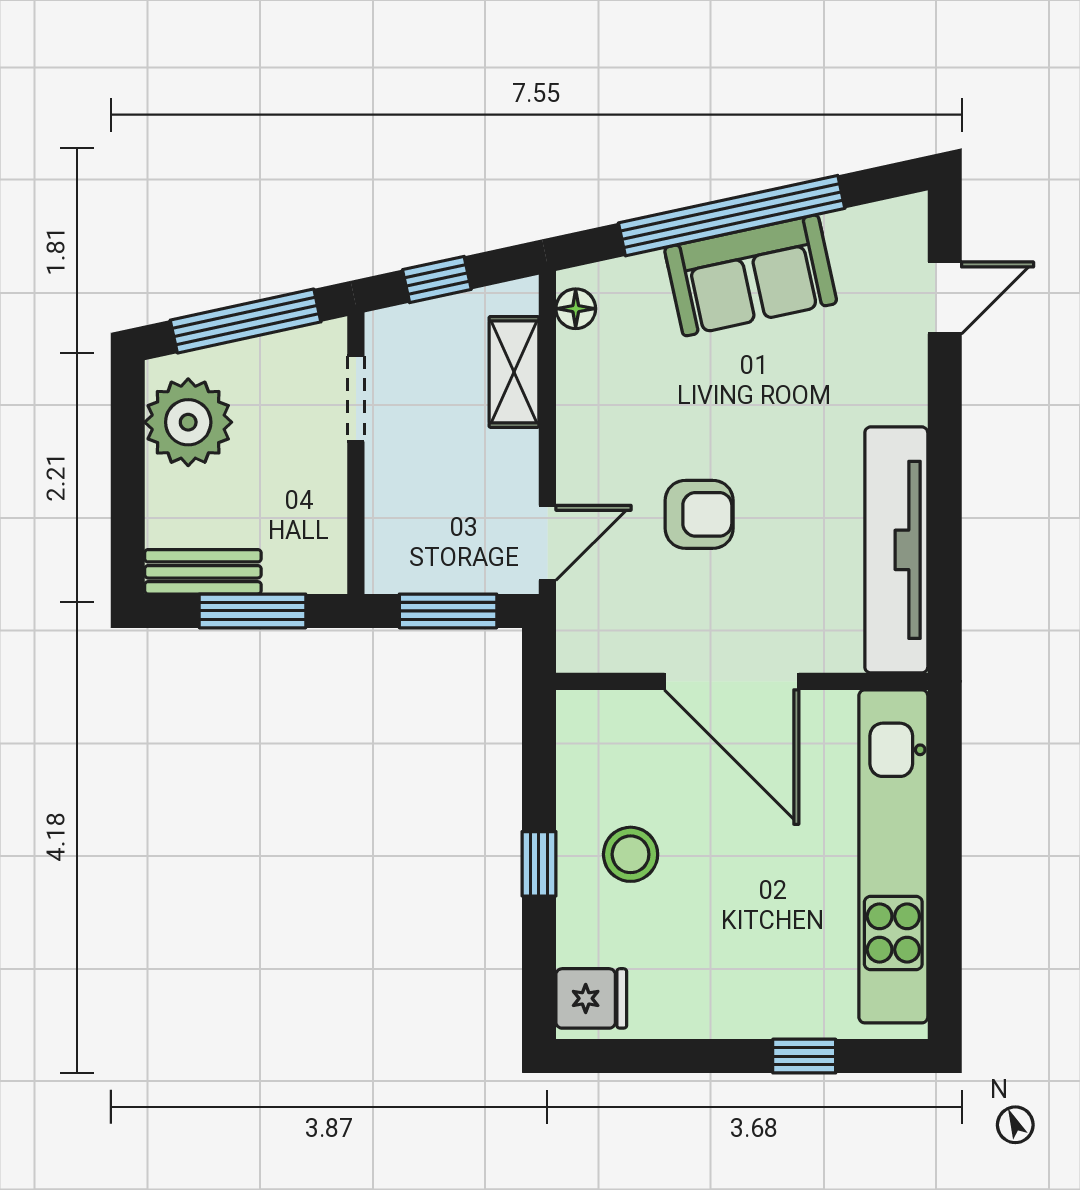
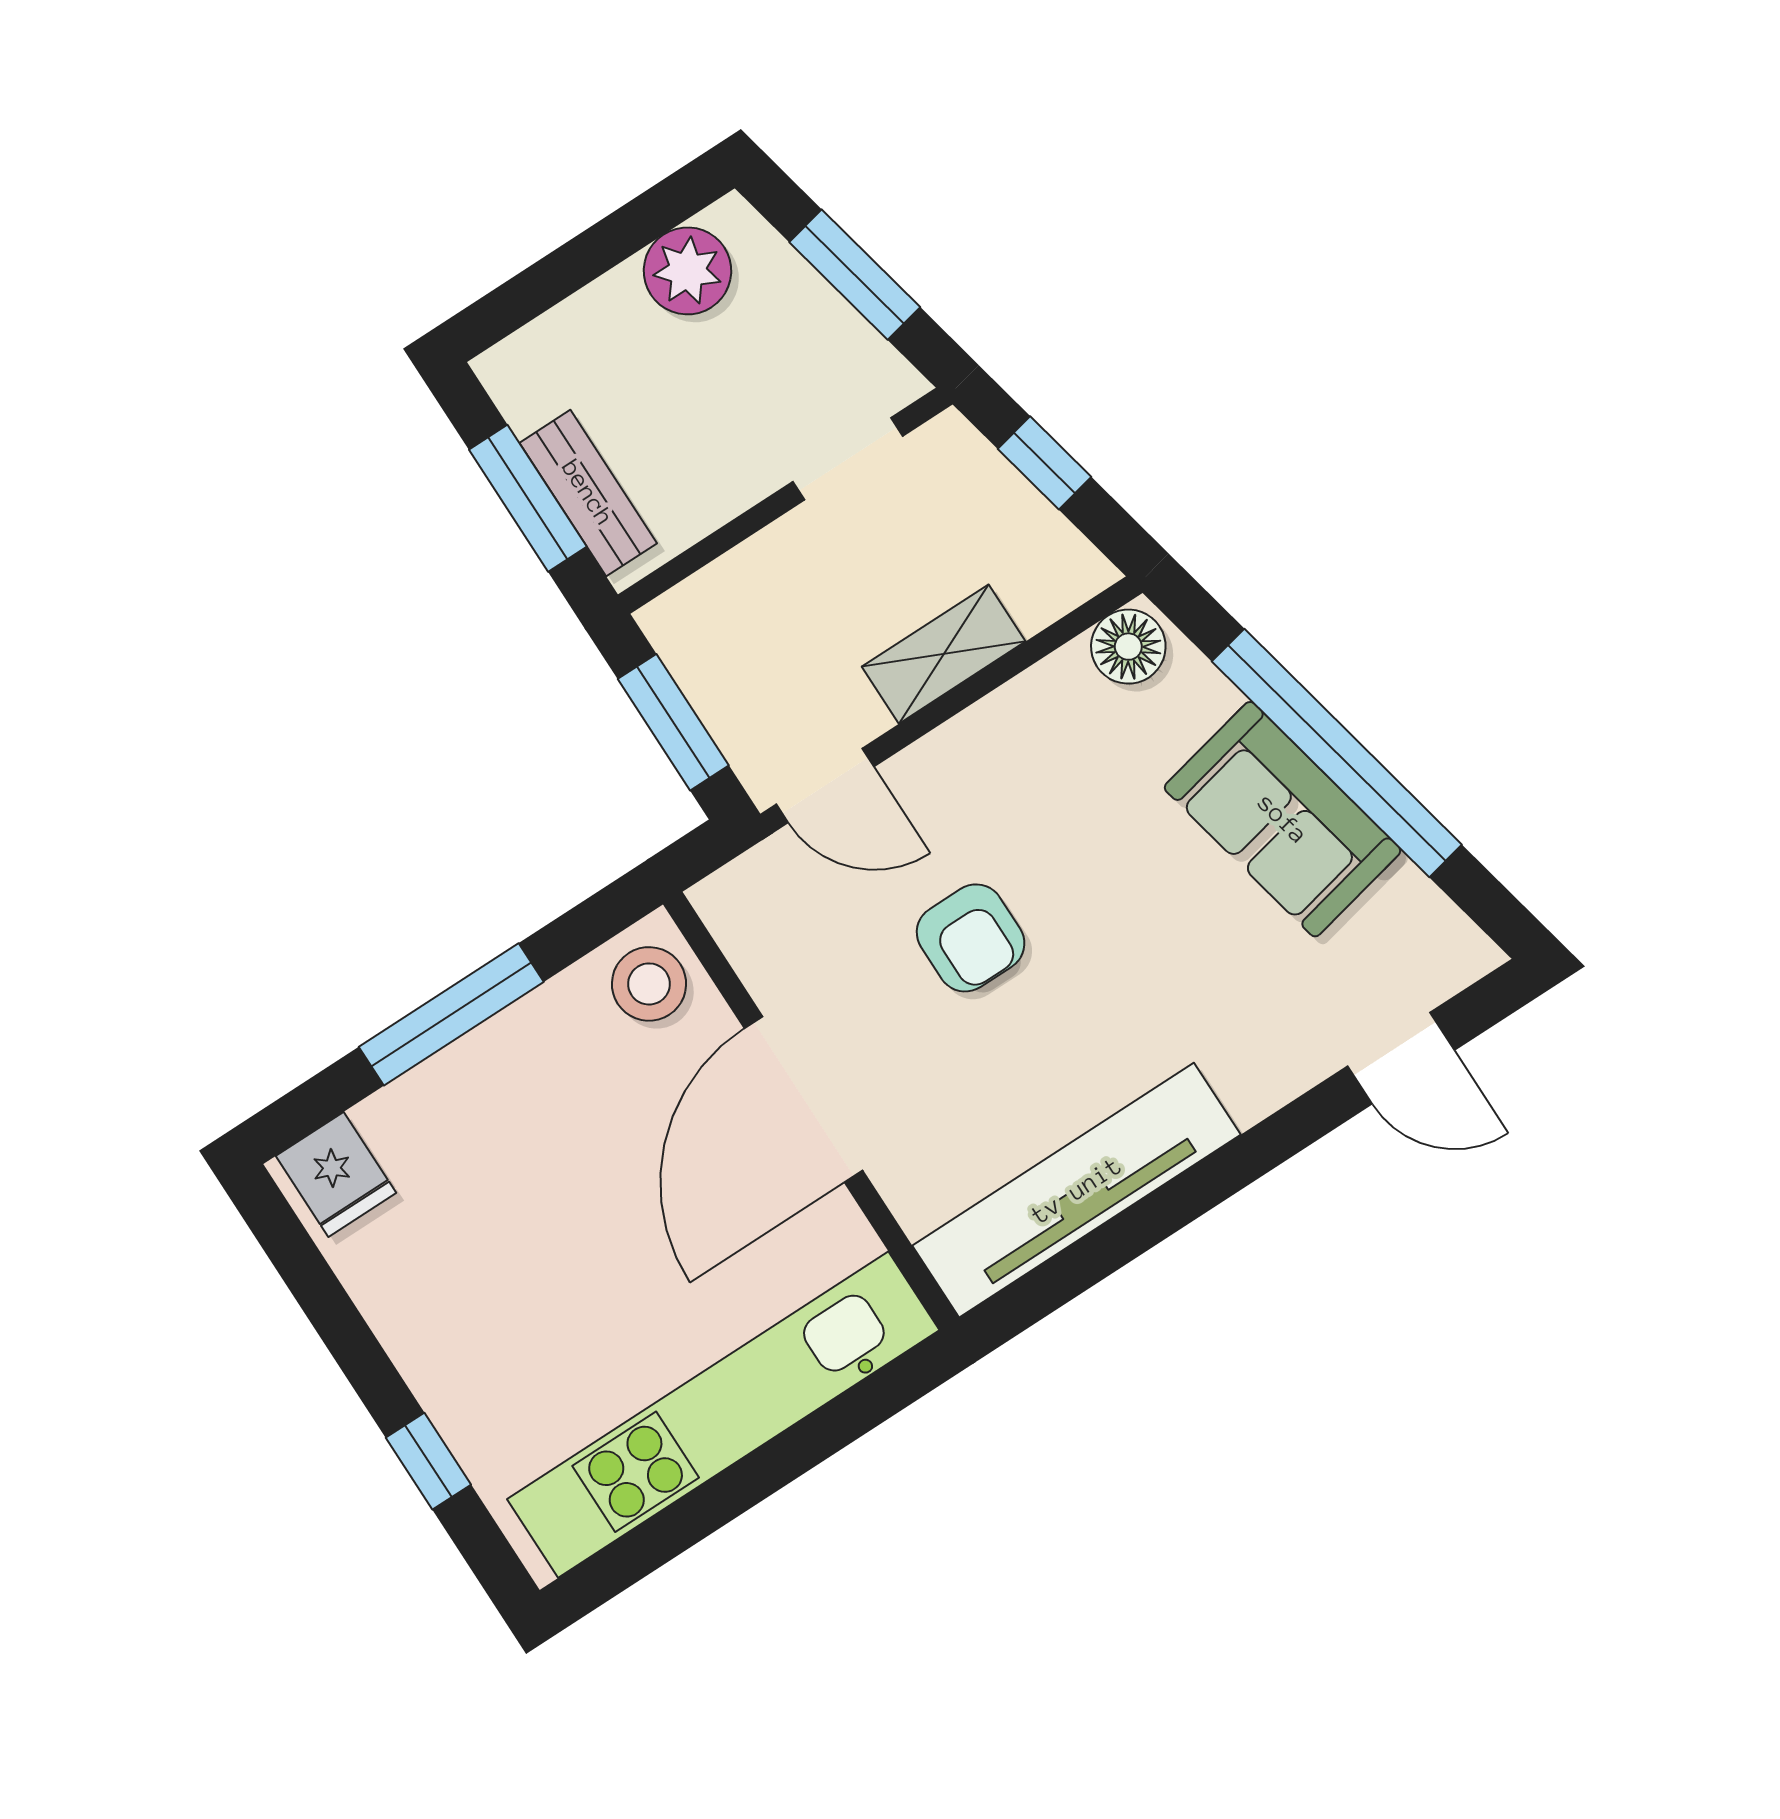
floor lamp: (576, 309) -> (1128, 647), width x1.37, depth x1.37
window: (246, 321) -> (855, 275), width x0.69
shelving: (514, 372) -> (944, 654), moved
plant: (188, 422) -> (687, 271), width x0.73, depth x0.73
bench: (203, 572) -> (588, 493), moved
stool: (631, 854) -> (649, 984), moved
window: (539, 864) -> (451, 1014), width x2.17

